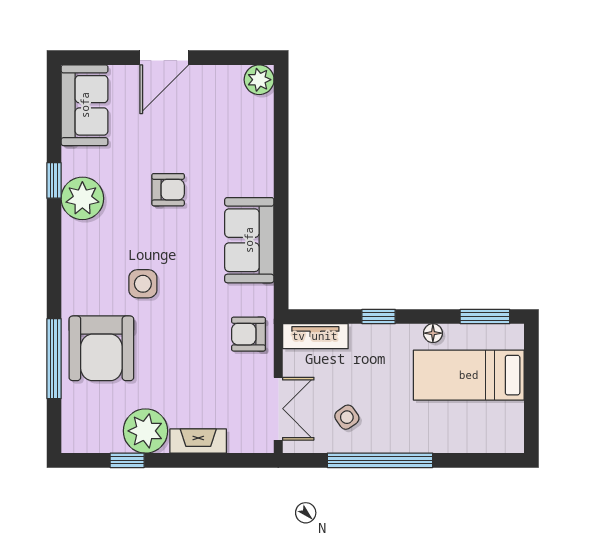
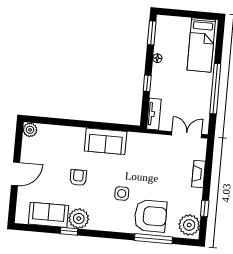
door: (164, 58) -> (16, 174), hinge flipped
sofa: (85, 105) -> (49, 215), moved
armchair: (248, 334) -> (150, 146), removed
bed: (469, 375) -> (201, 45), moved
side table: (347, 417) -> (194, 103), removed
plant: (146, 431) -> (189, 225), moved

